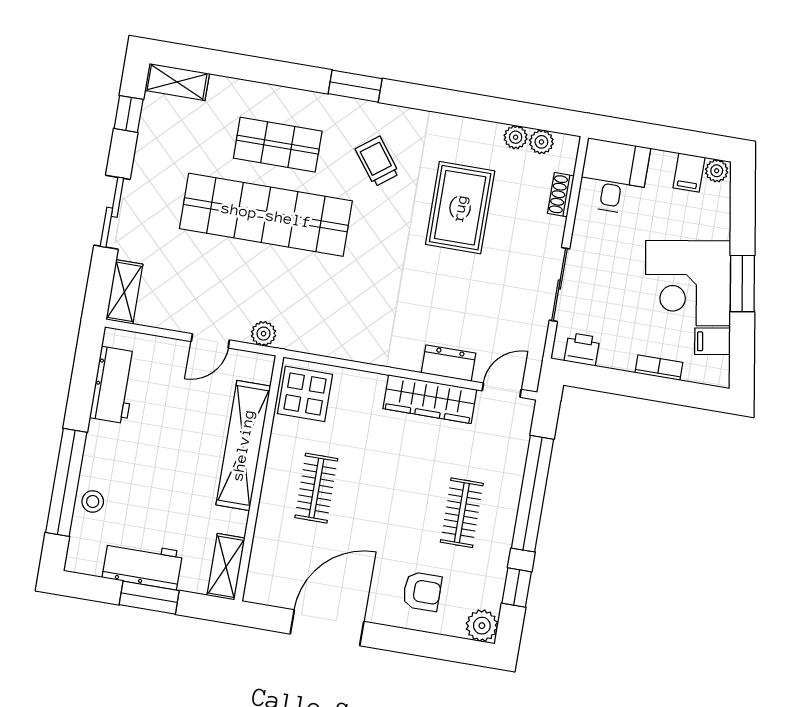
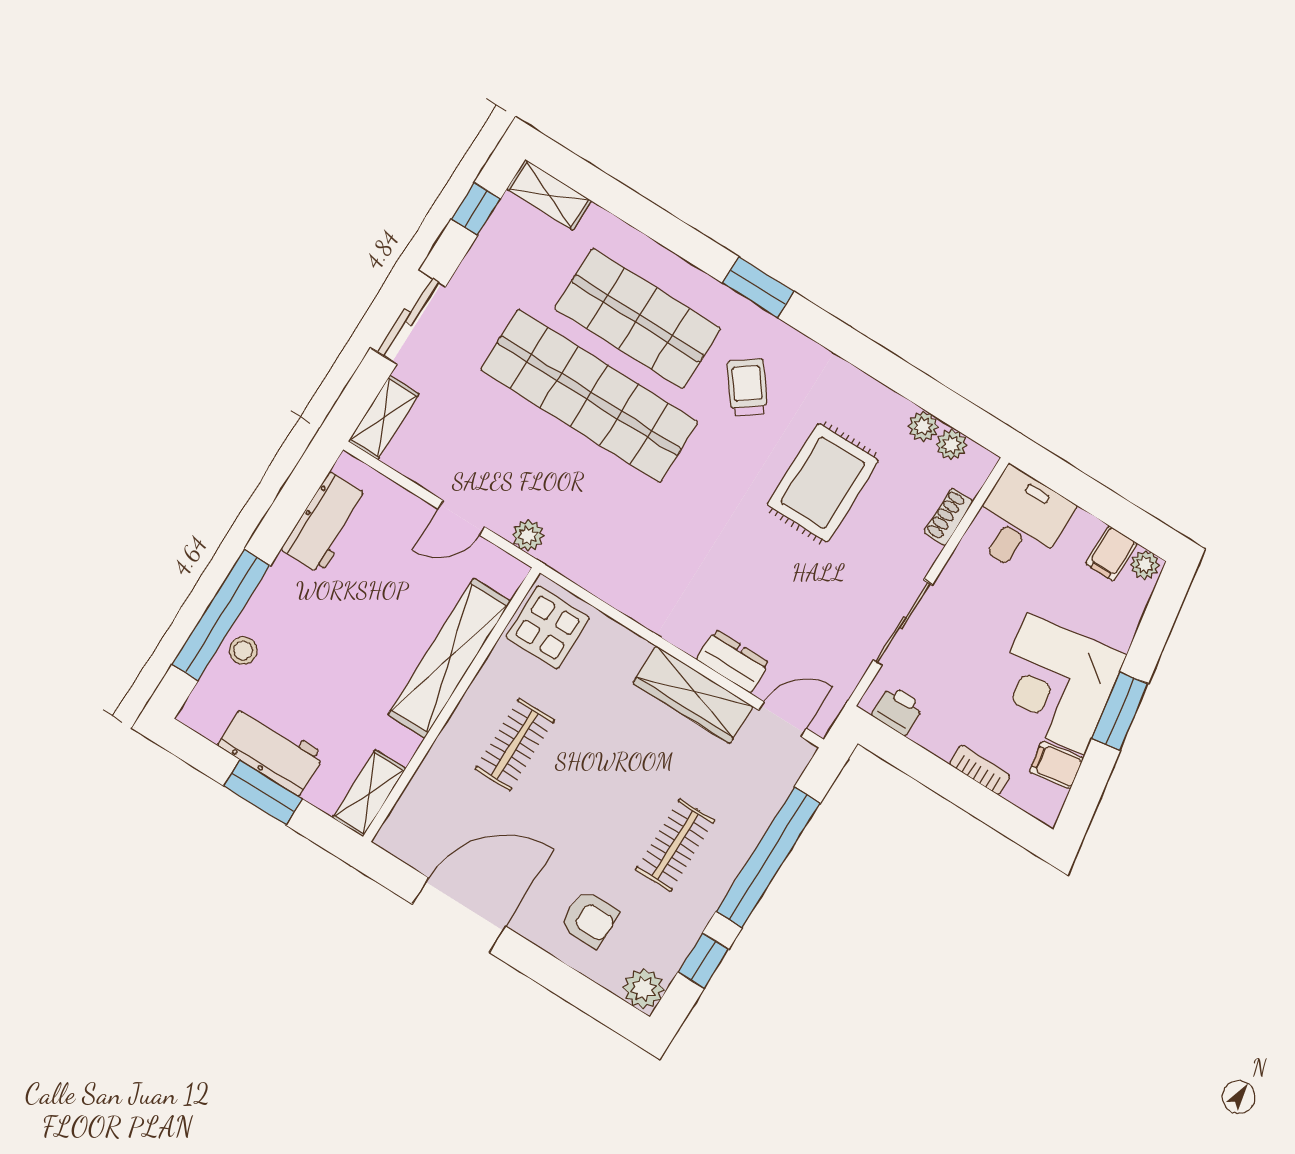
shop shelf: (278, 145) -> (638, 318), width x1.43, depth x1.36

